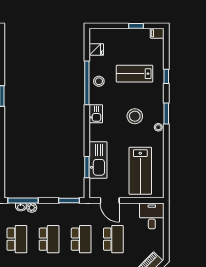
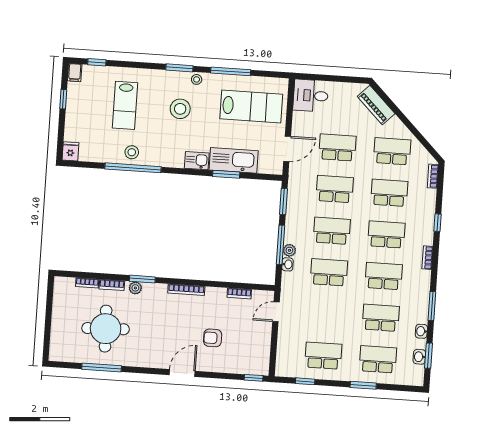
fridge: (96, 50) -> (70, 151), moved
window: (166, 76) -> (97, 62), moved
kitchen sink: (96, 114) -> (197, 161), moved
window: (166, 153) -> (231, 71), added
window: (87, 167) -> (226, 174), moved
window: (23, 200) -> (281, 245), moved

